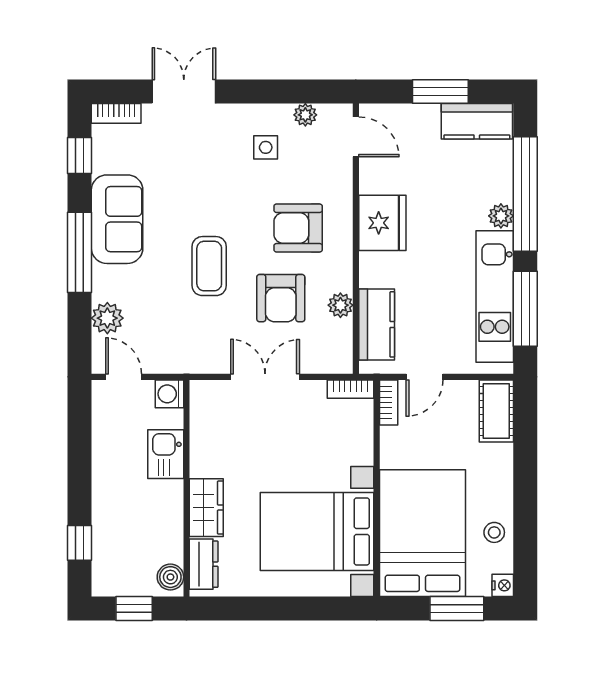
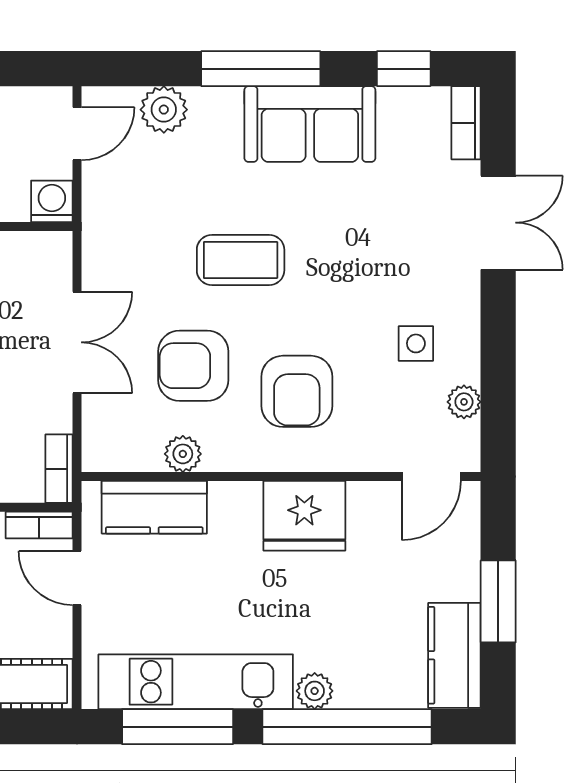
armchair: (298, 228) -> (297, 391), turned 180

